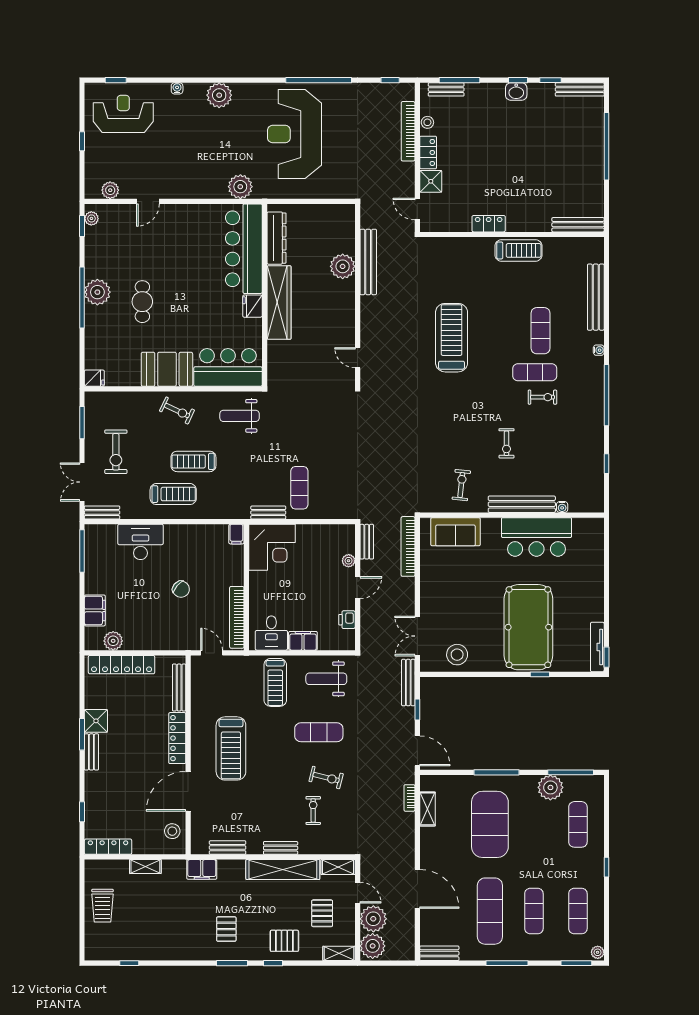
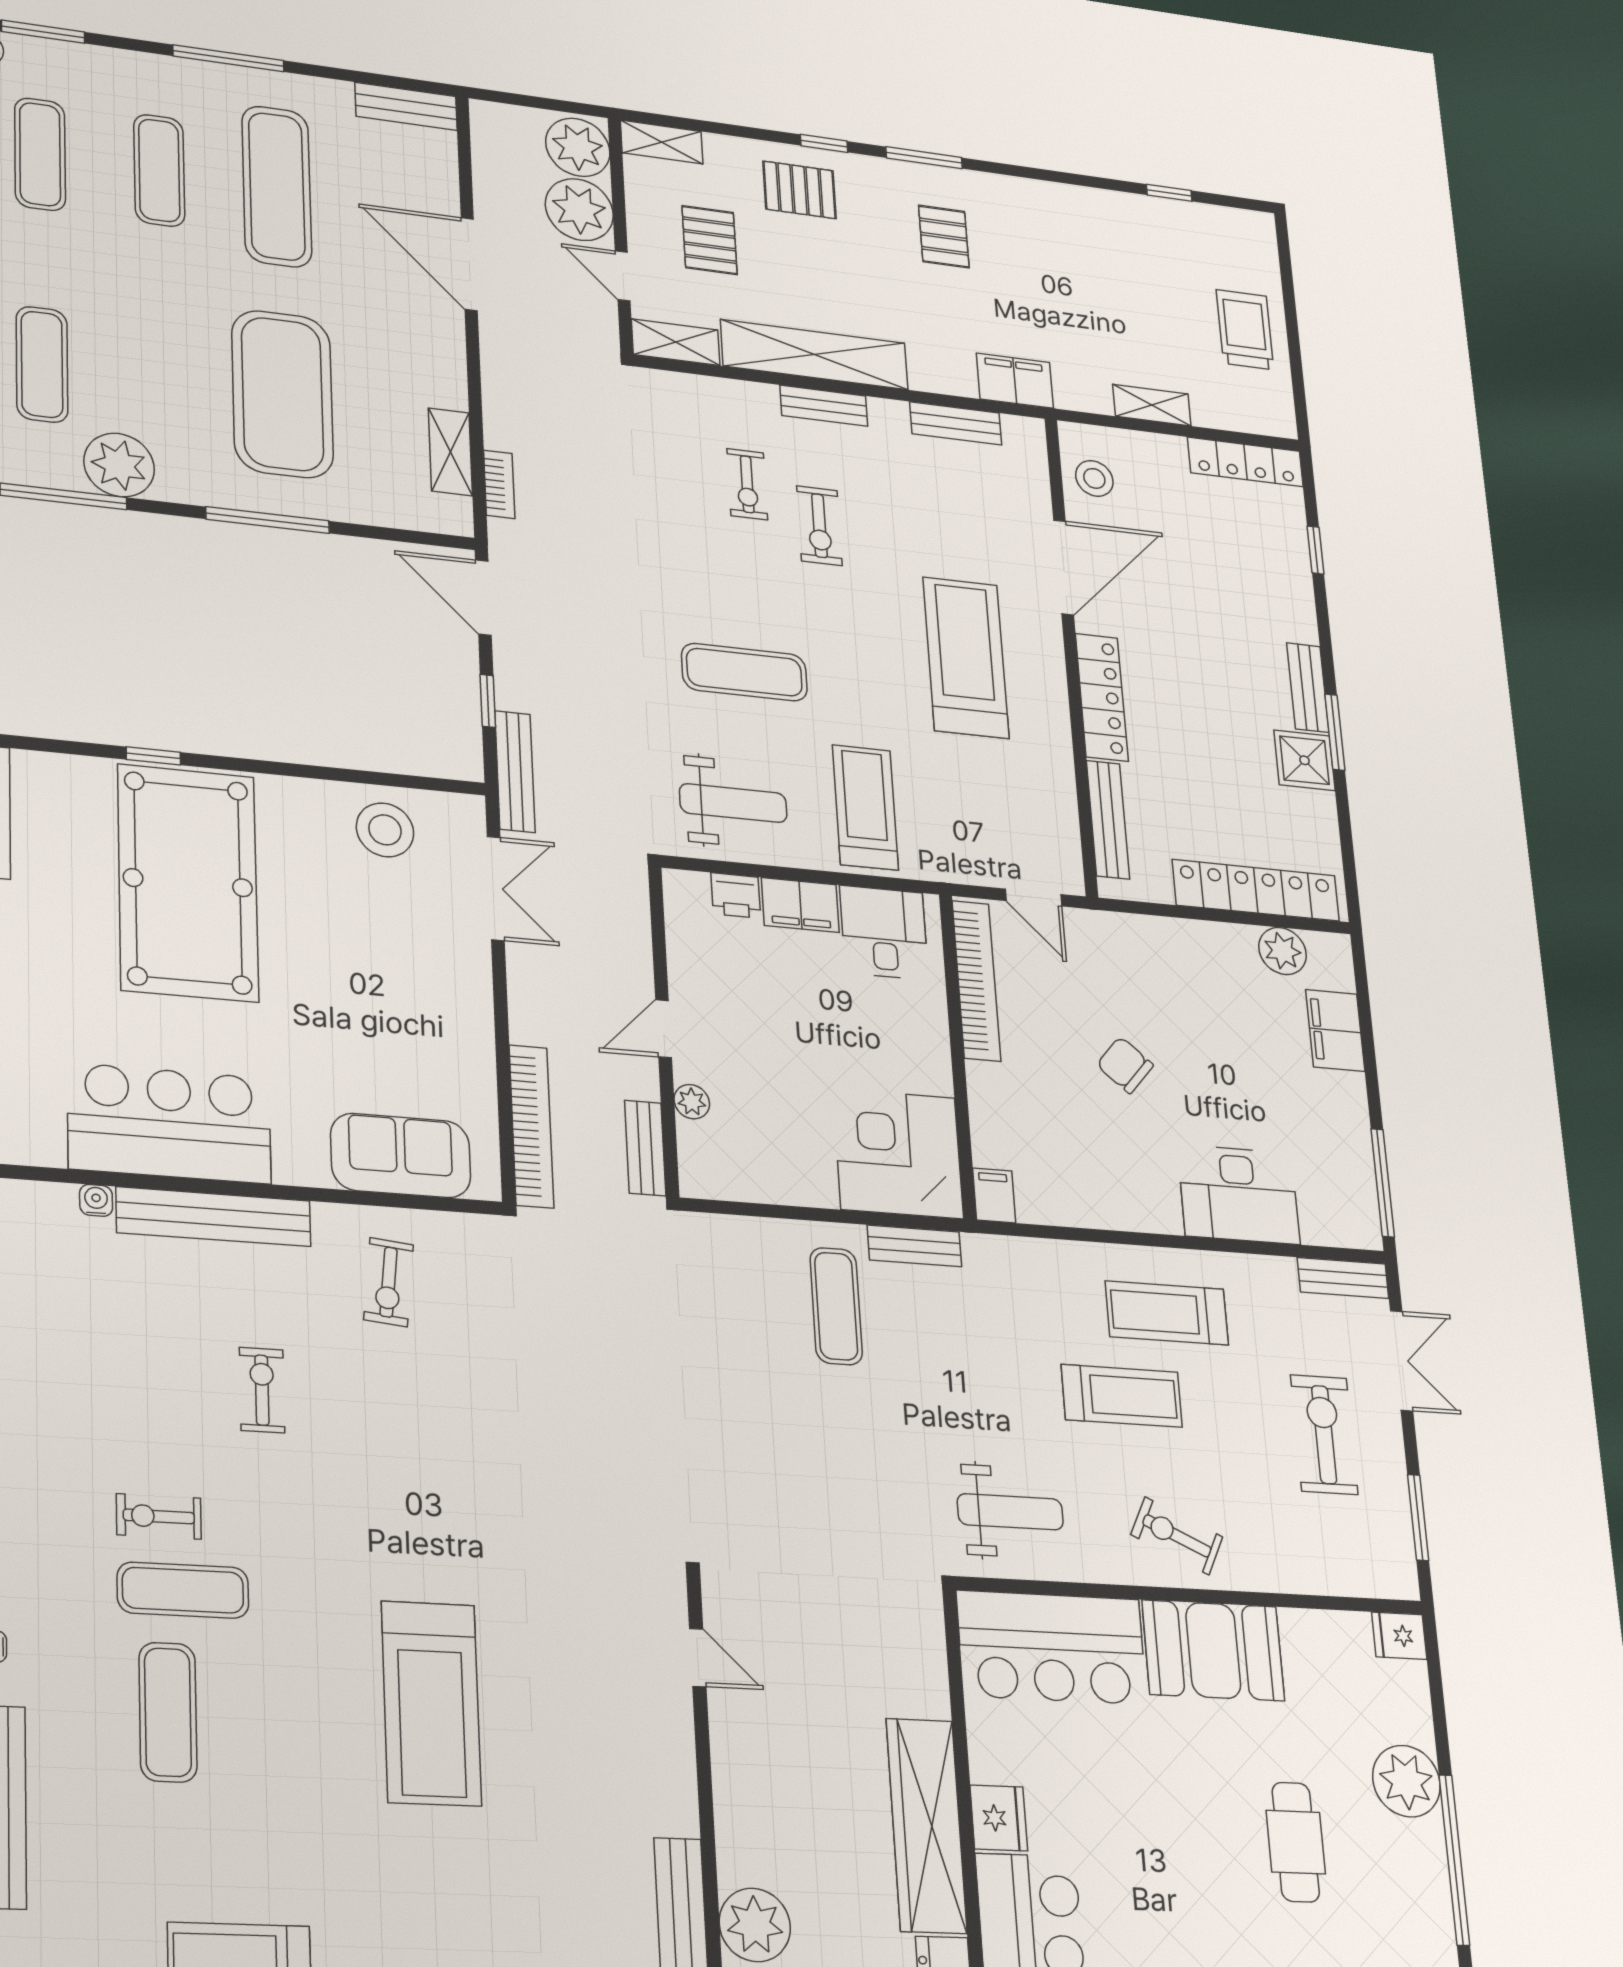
plant: (97, 292) -> (1406, 1781), moved
printer: (347, 620) -> (736, 895), moved, turned 90
exercise bike: (326, 778) -> (819, 526), moved, turned -104

